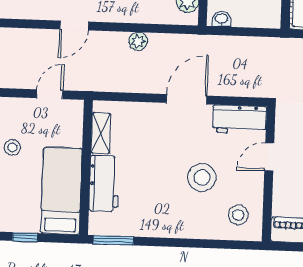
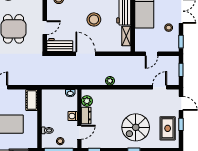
door: (74, 25) -> (160, 87), moved
door: (187, 99) -> (86, 54), swing flipped
stool: (202, 177) -> (94, 19), moved

